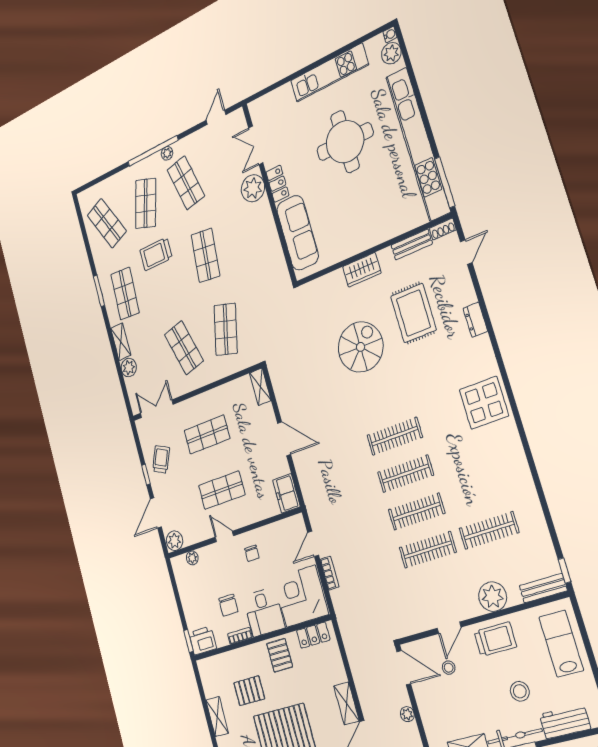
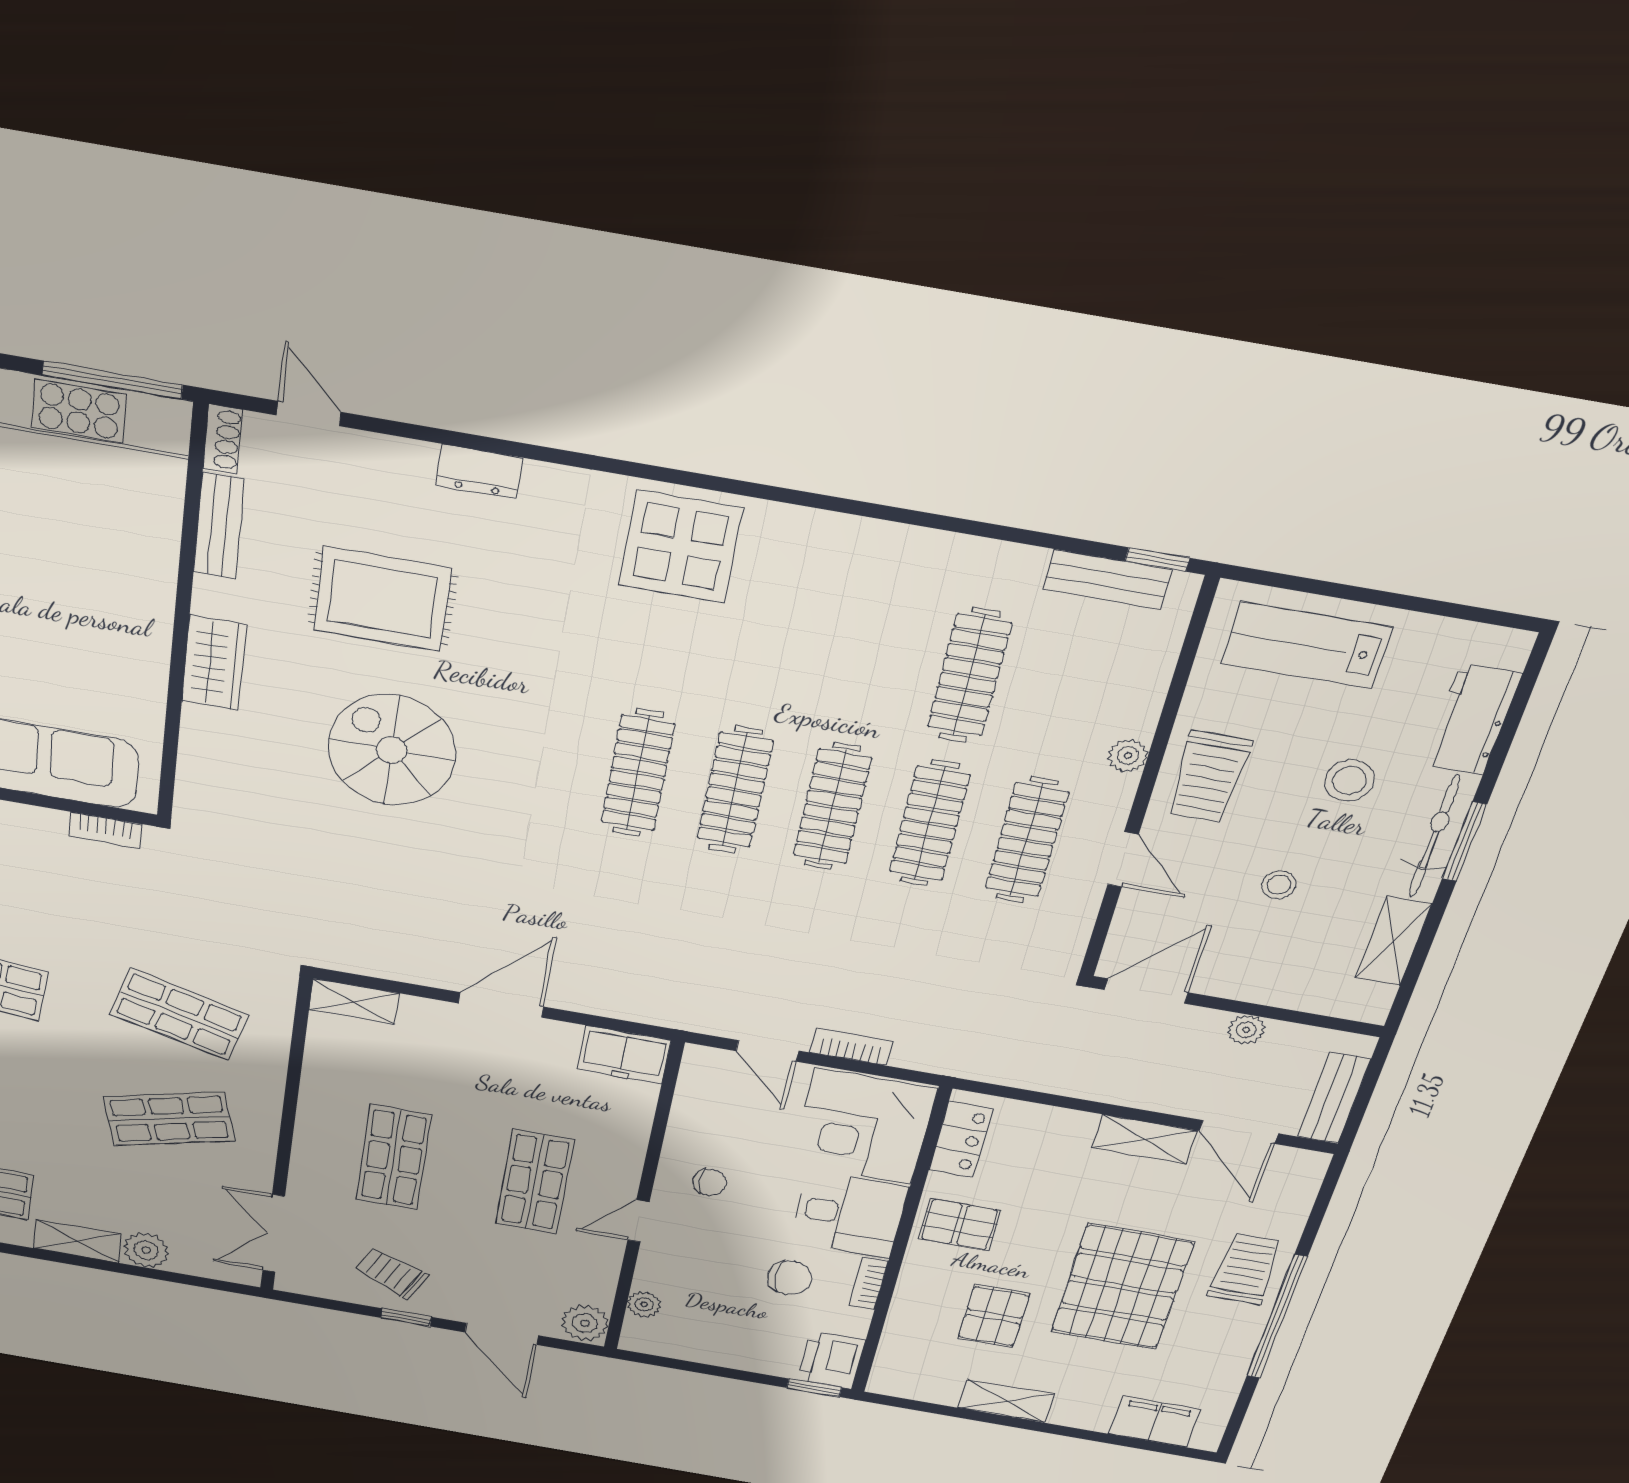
bookcase: (282, 267) -> (105, 830), added
clothes rail: (439, 588) -> (1027, 840), added
bench: (543, 588) -> (1107, 579), moved, turned 90
plant: (493, 597) -> (1128, 755), width x0.53, depth x0.53
trolley: (495, 639) -> (1209, 777), turned 180
stool: (449, 668) -> (1279, 885), moved

